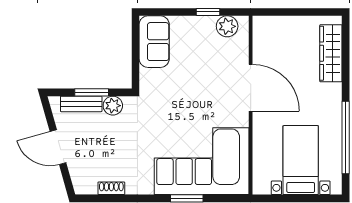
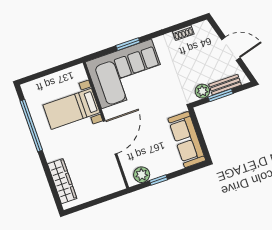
sofa: (154, 42) -> (187, 140), width x1.36
door: (251, 88) -> (110, 137), swing flipped
bed with nightstands: (301, 160) -> (71, 109), moved, turned 90

